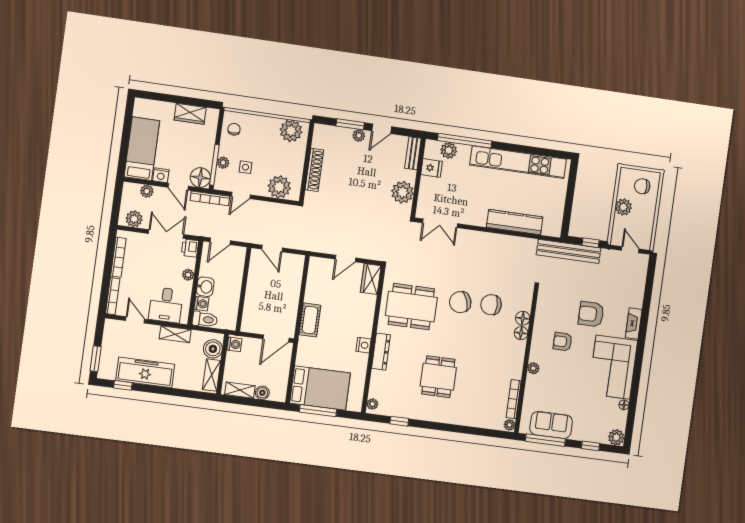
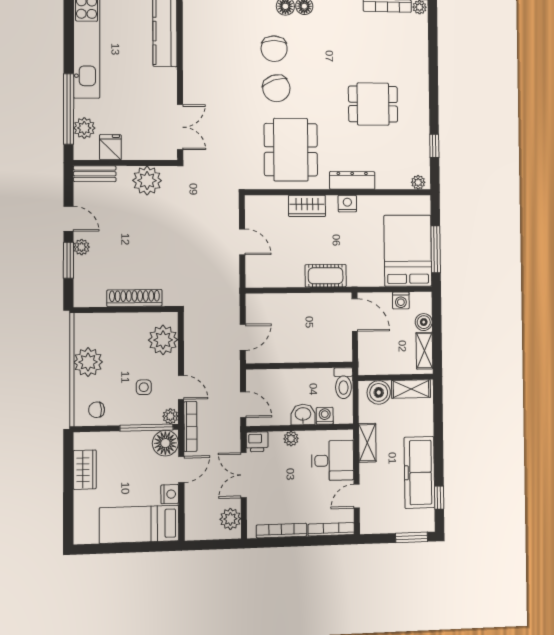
plant: (291, 131) -> (88, 362), moved
plant: (223, 163) -> (170, 416), moved
plant: (147, 191) -> (193, 509), removed
wardrobe: (371, 279) -> (307, 206), moved
toilet: (205, 319) -> (343, 383), moved, turned 180
washing machine: (234, 344) -> (401, 300), moved, turned 180

